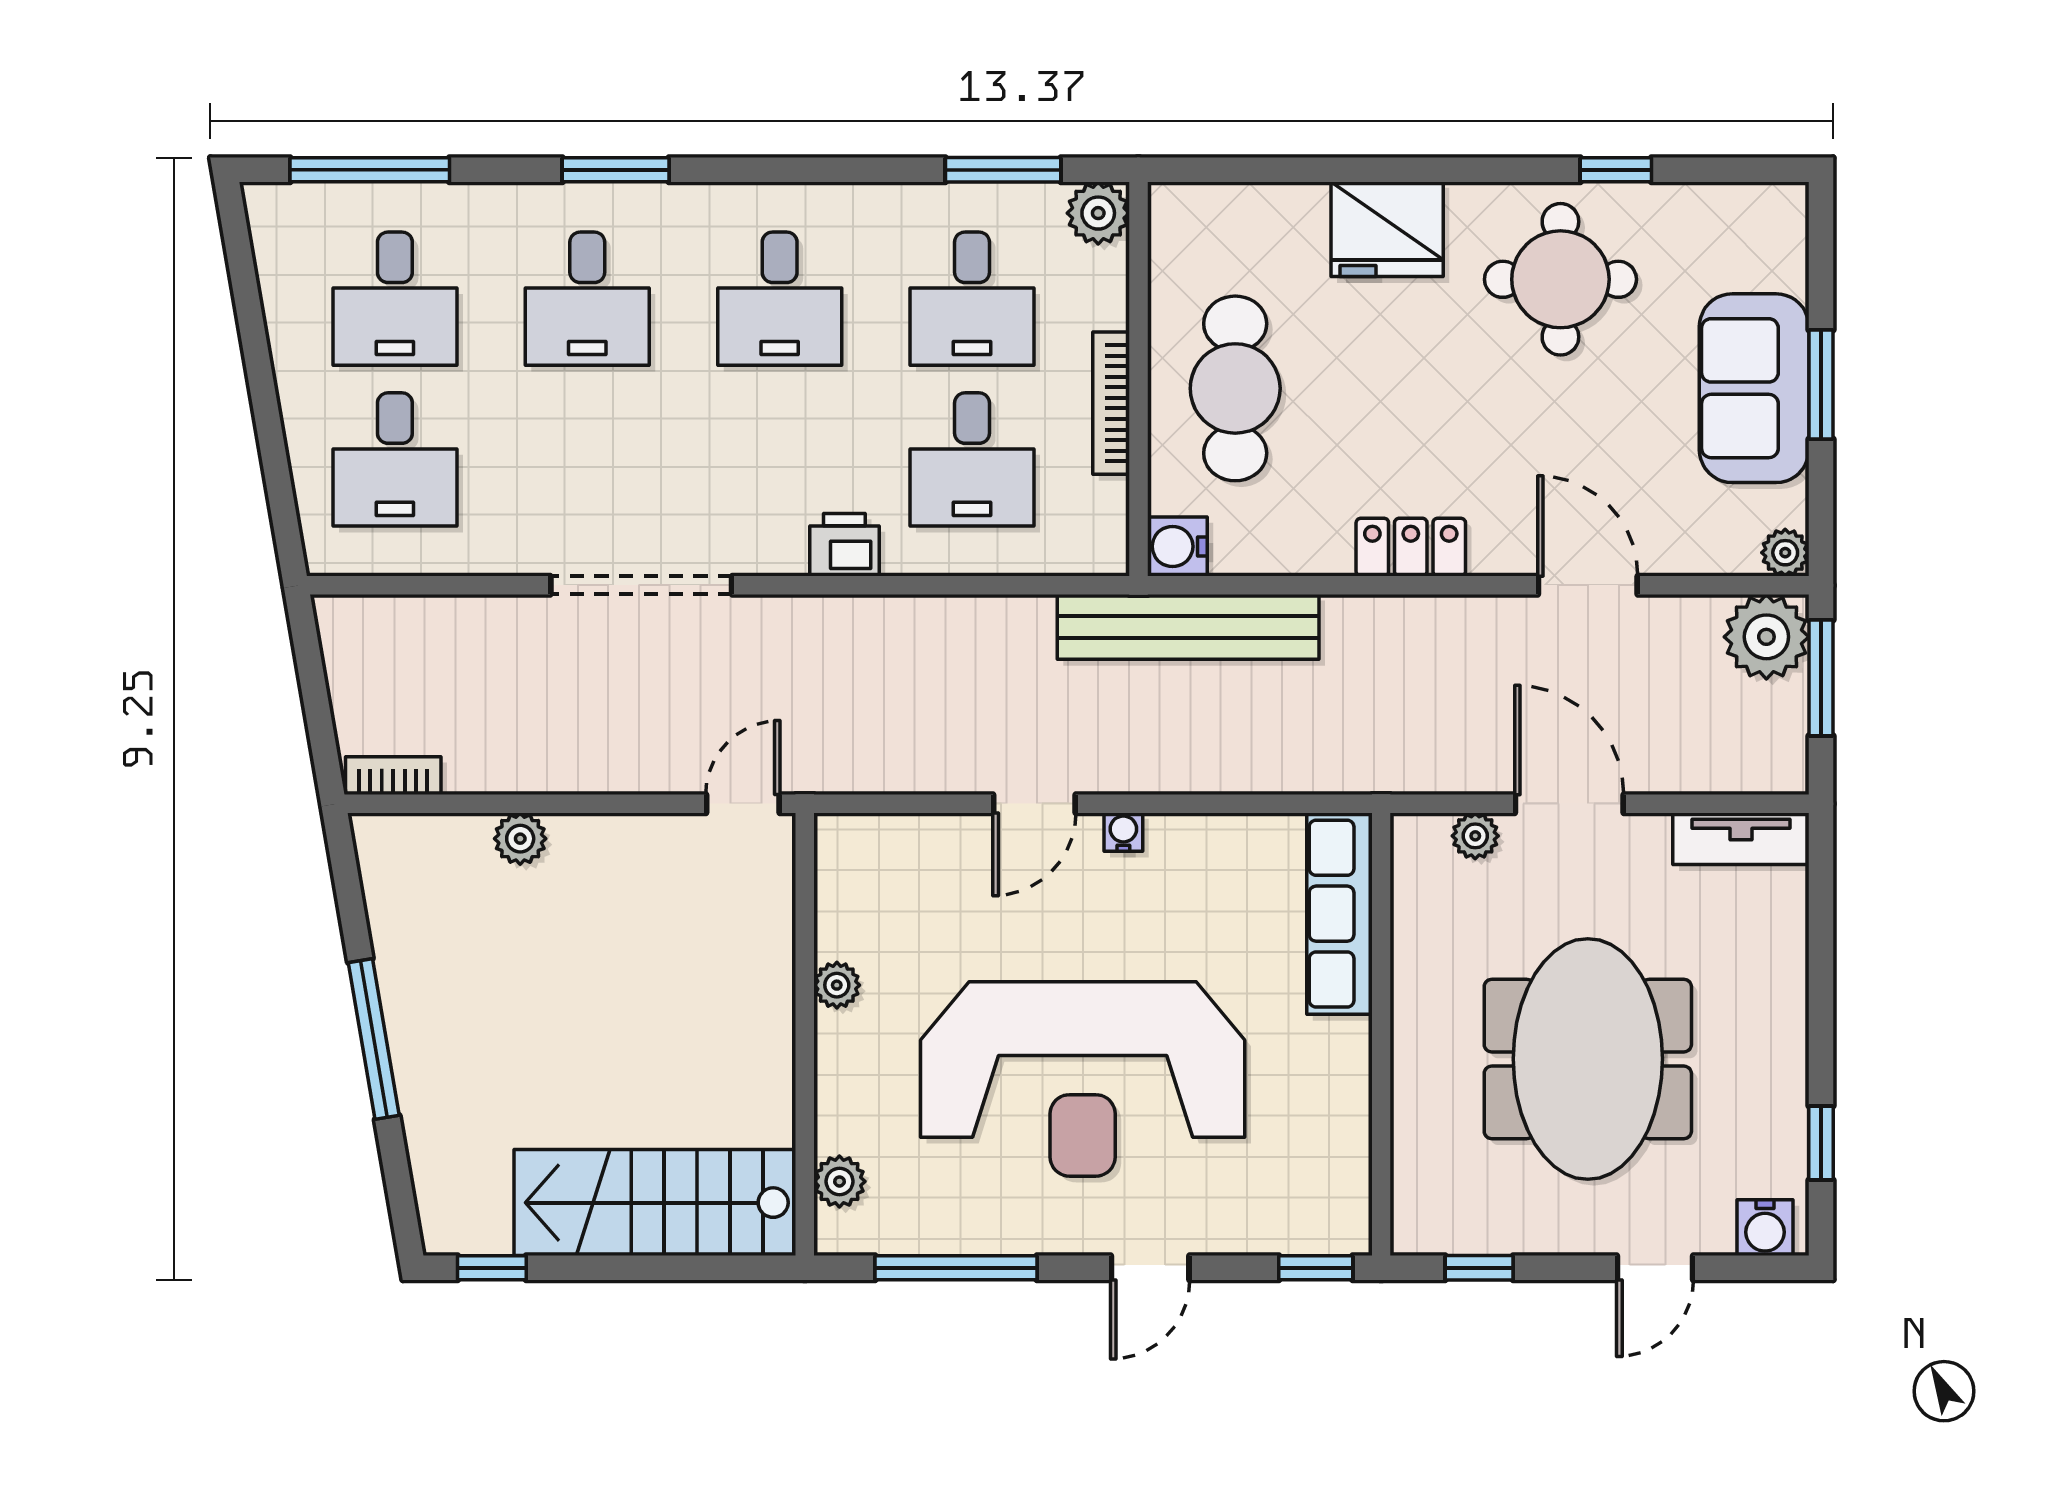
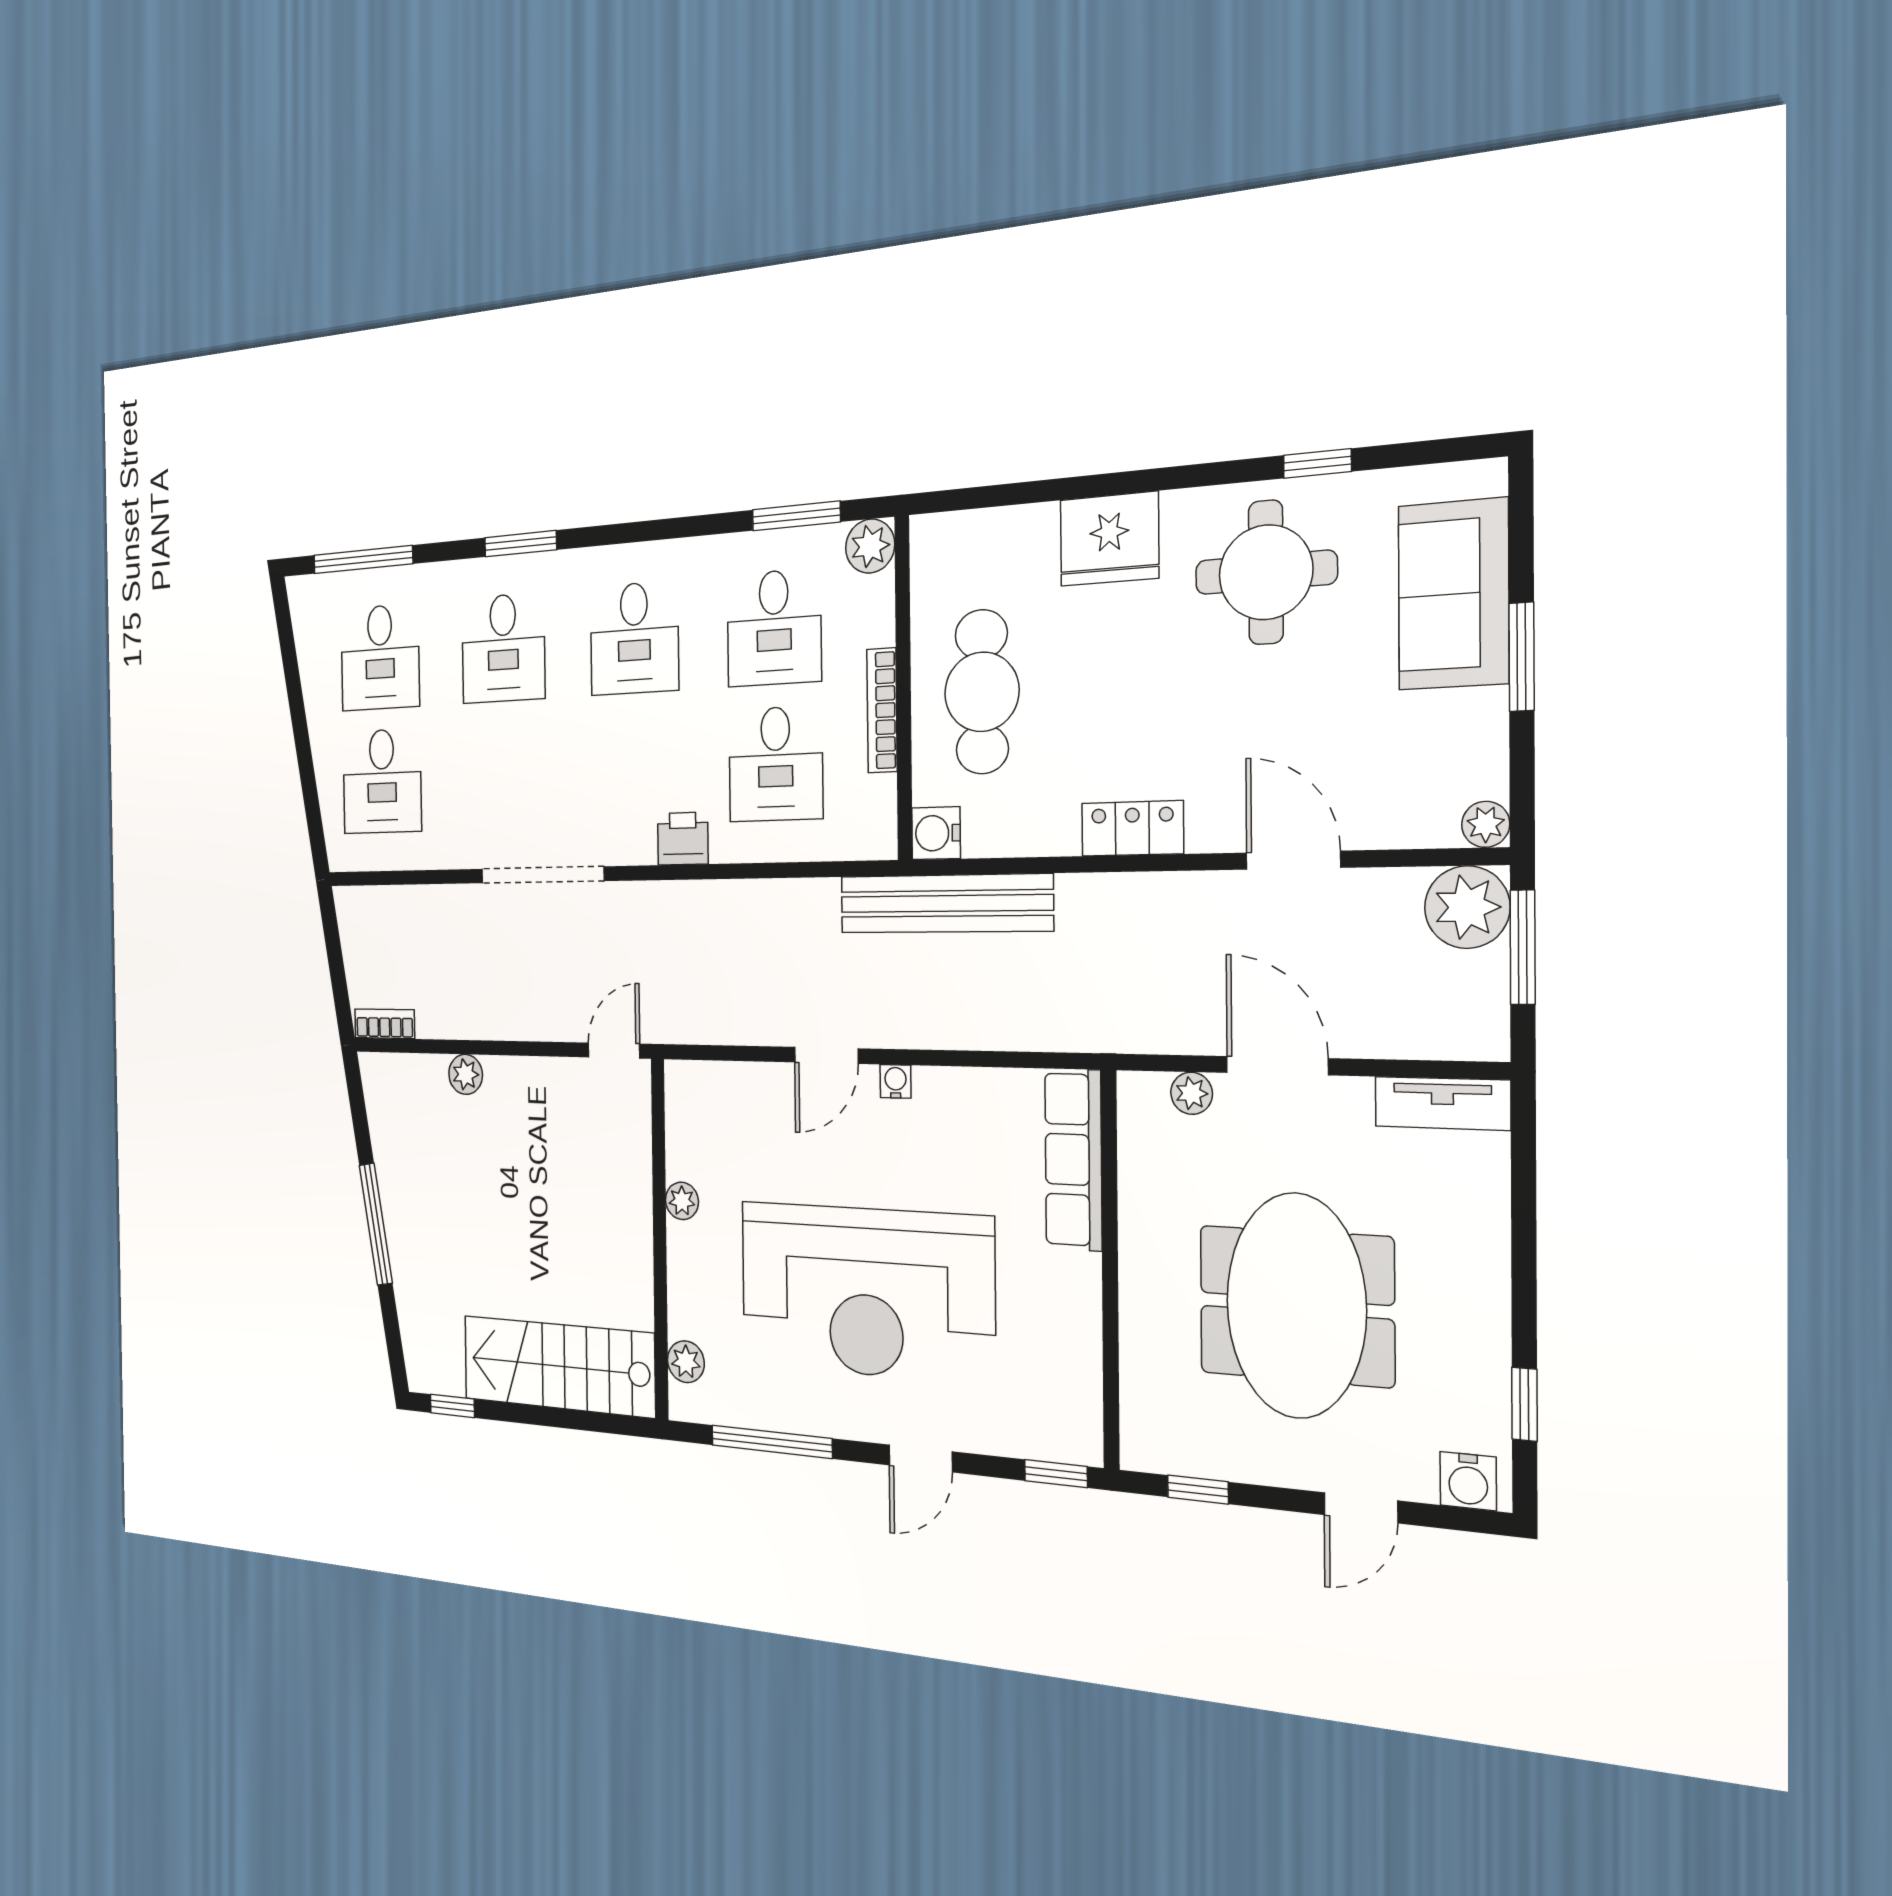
sofa: (1754, 388) -> (1453, 594), moved

